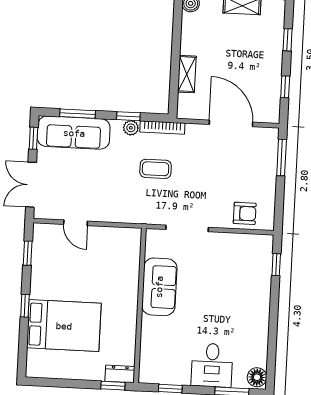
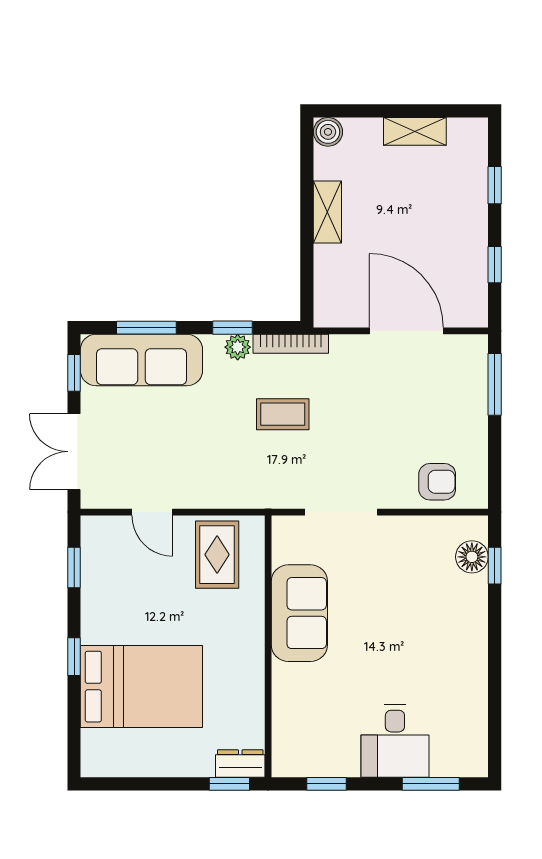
shelving: (187, 74) -> (327, 212), moved
rug: (112, 250) -> (217, 555), added
floor lamp: (257, 377) -> (472, 557), moved

